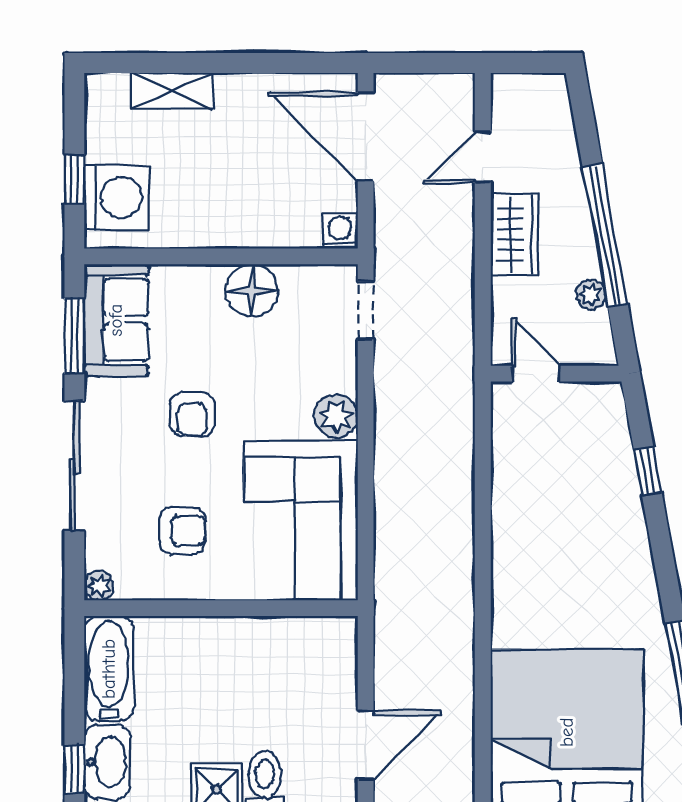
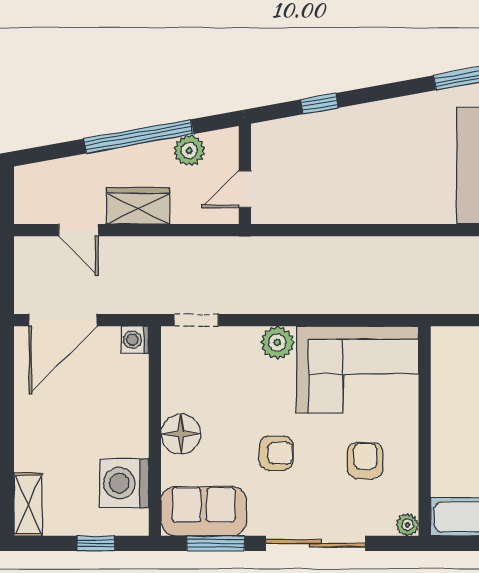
shelving: (172, 91) -> (28, 505), moved
washing machine: (116, 198) -> (124, 483), moved, turned -90
floor lamp: (252, 290) -> (181, 434), moved
plant: (591, 295) -> (189, 151), width x1.38, depth x1.38

